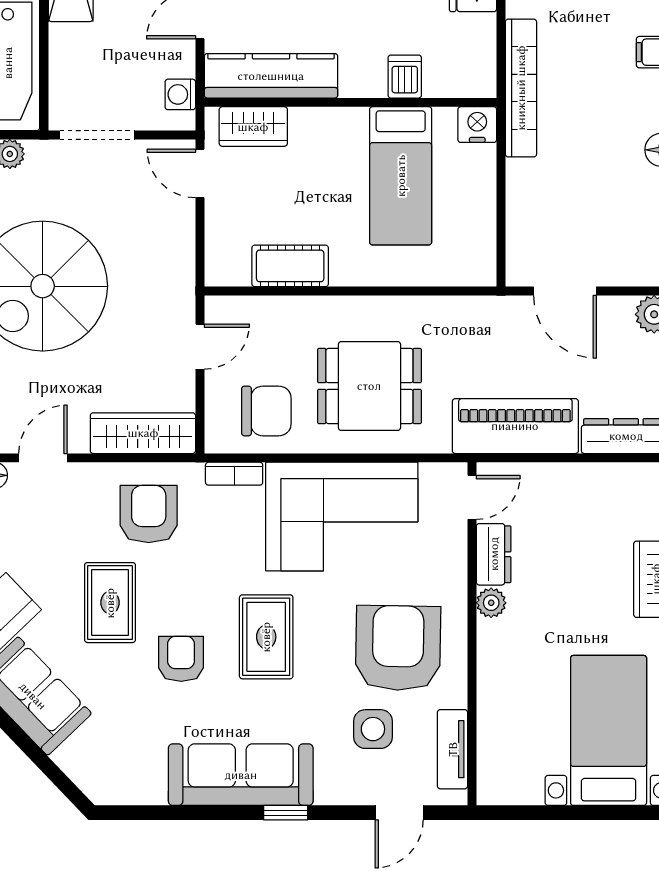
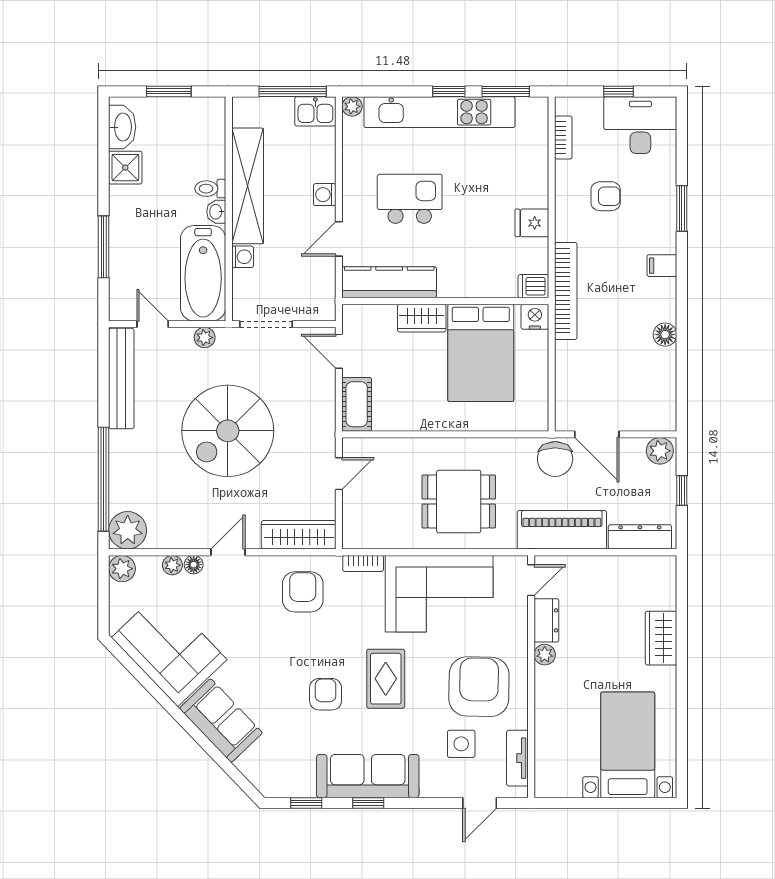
dishwasher: (405, 77) -> (533, 286), moved, turned -90
washing machine: (180, 94) -> (243, 257), moved, turned 180
wardrobe: (253, 127) -> (422, 318), moved
bed: (401, 176) -> (481, 353), width x1.50
cot: (290, 266) -> (357, 404), moved, turned 90
chair: (266, 411) -> (555, 459), moved, turned 90
rug: (110, 603) -> (275, 654), removed
window: (154, 813) -> (306, 803), added
window: (286, 813) -> (368, 803), moved

